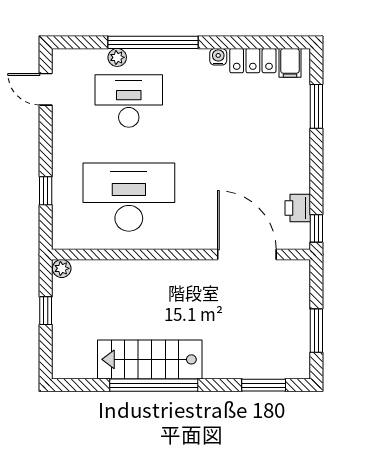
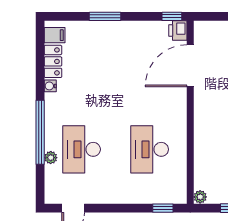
window: (316, 106) -> (105, 16), moved
window: (46, 191) -> (163, 208), moved
desk: (129, 197) -> (150, 149), width x0.73, depth x0.77
printer: (298, 208) -> (178, 30), moved, turned 90

